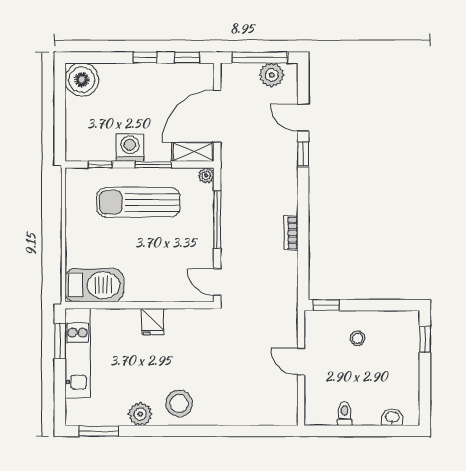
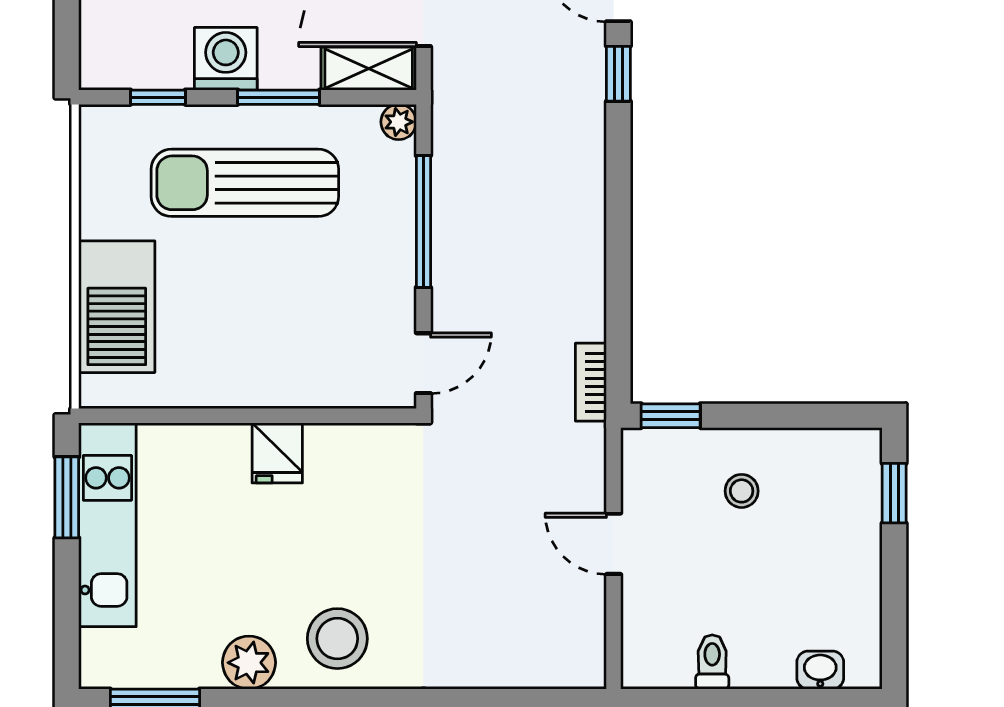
bookcase: (291, 233) -> (591, 382), moved
door: (217, 282) -> (423, 363), swing flipped
barbecue: (94, 285) -> (117, 307), moved, turned 90

